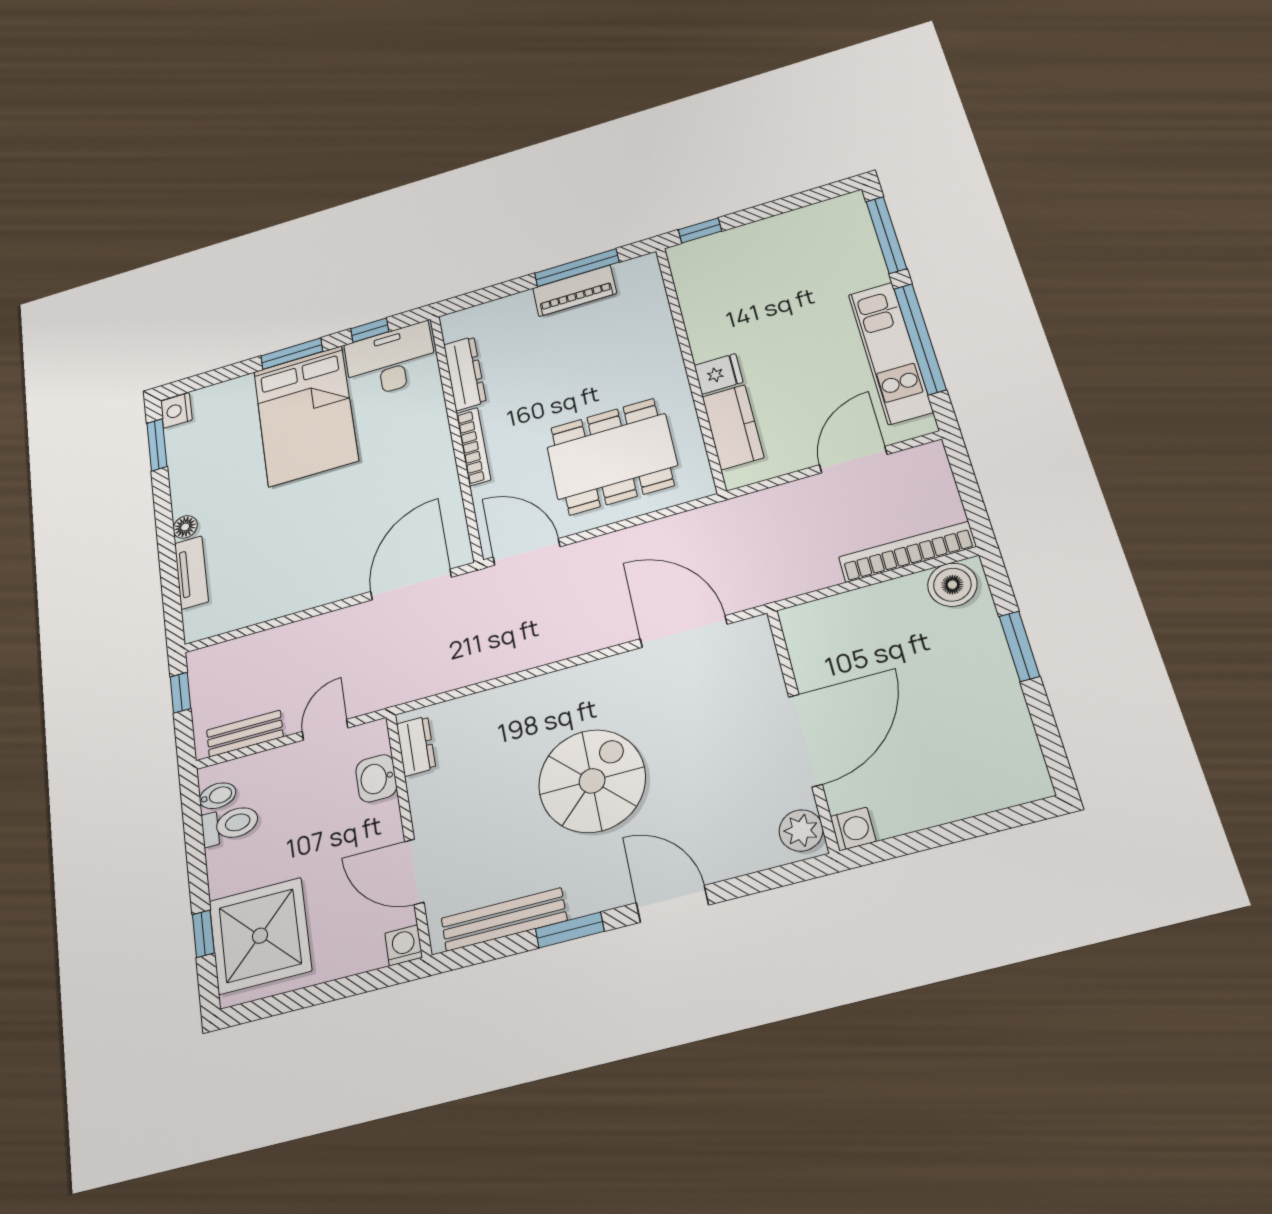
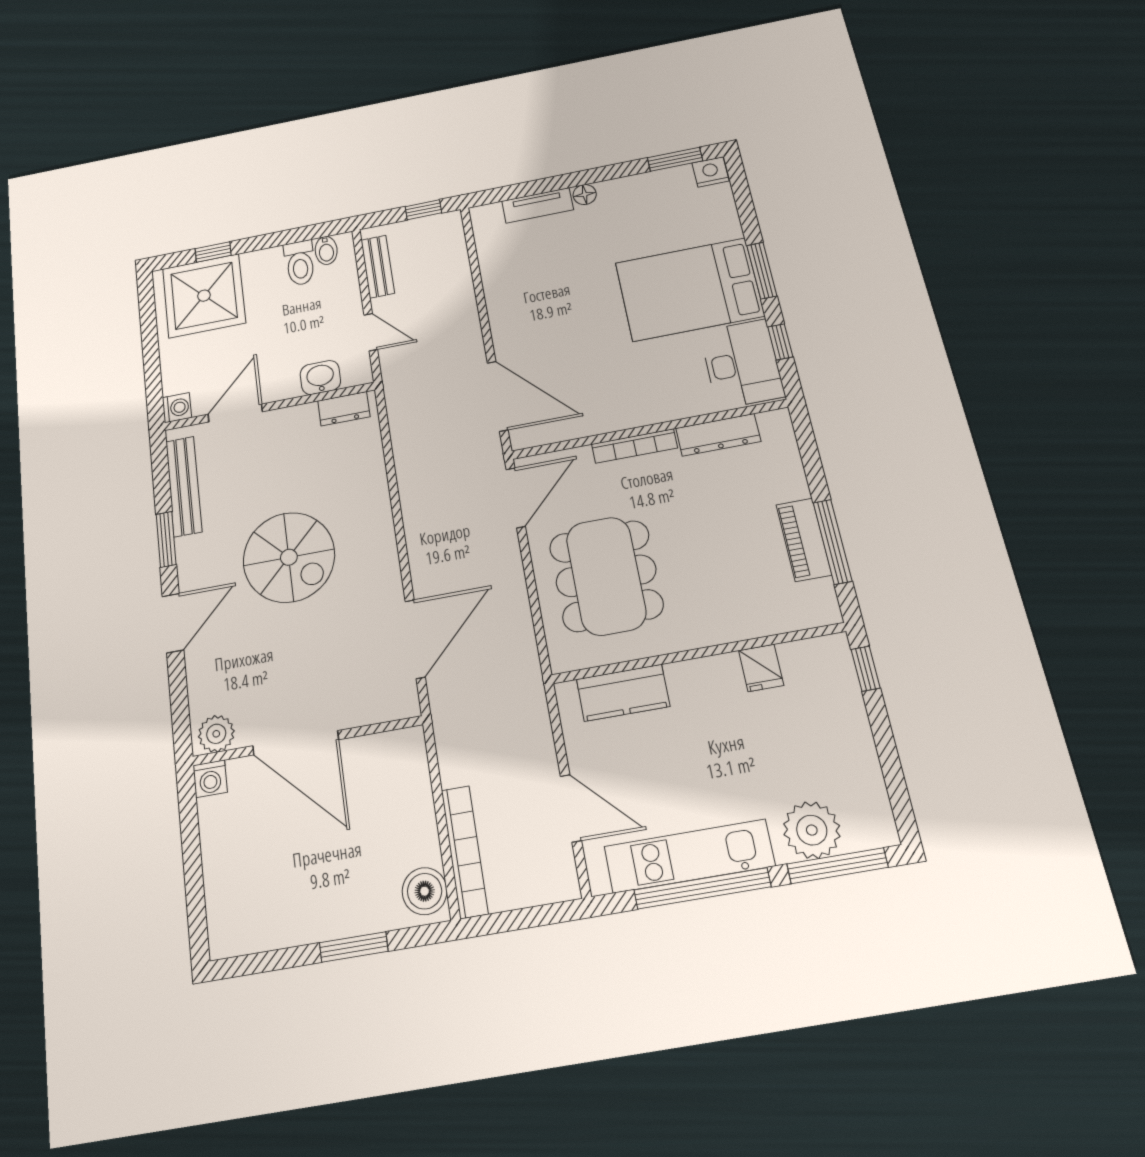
plant: (855, 258) -> (812, 830), added
fridge: (719, 374) -> (761, 668), moved

